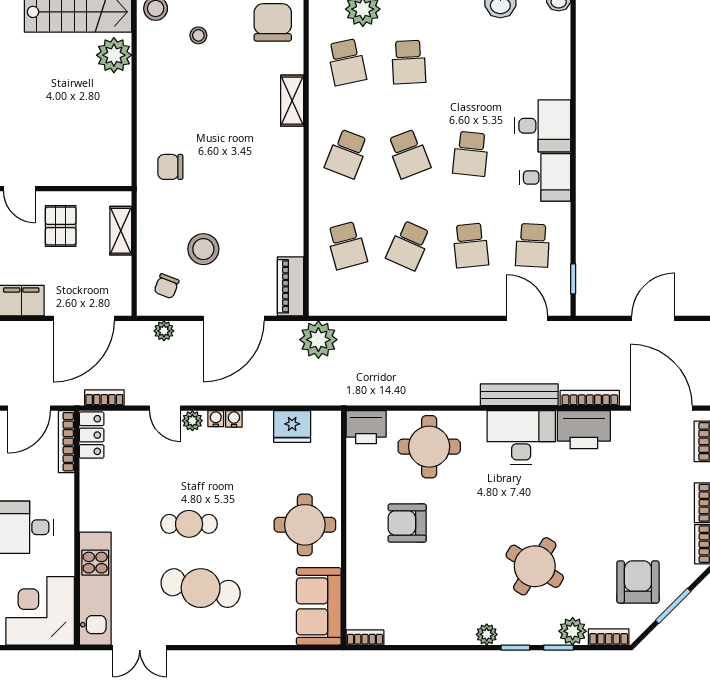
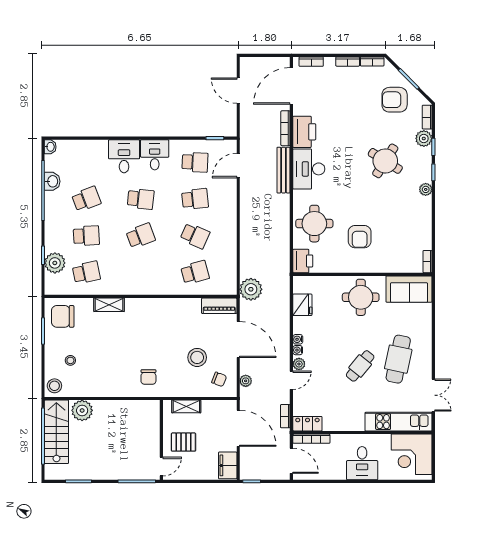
school desk: (347, 154) -> (86, 199), moved, turned -42
cafe table: (189, 524) -> (360, 366), turned 39

